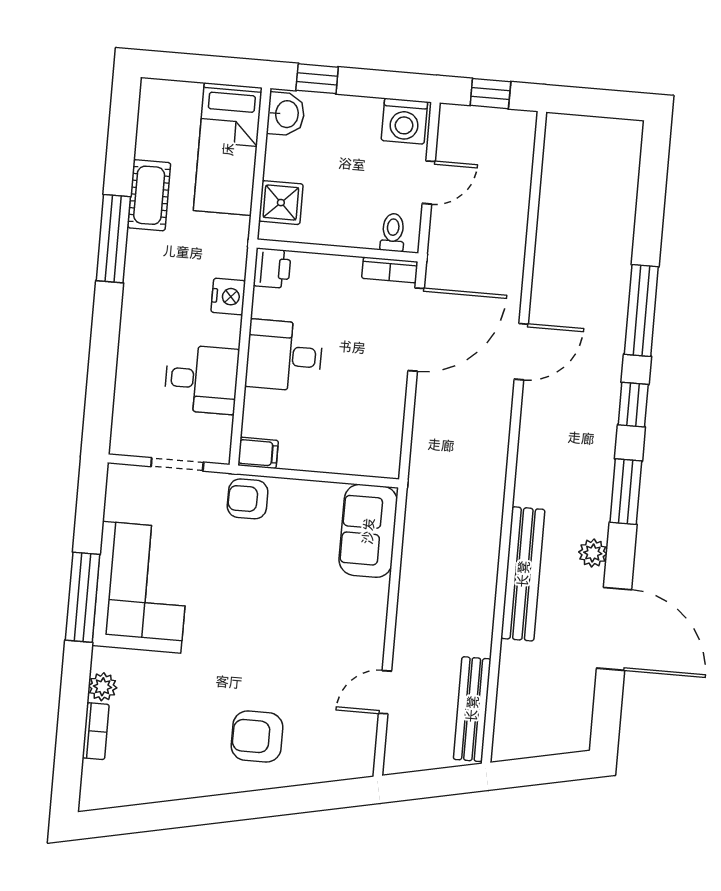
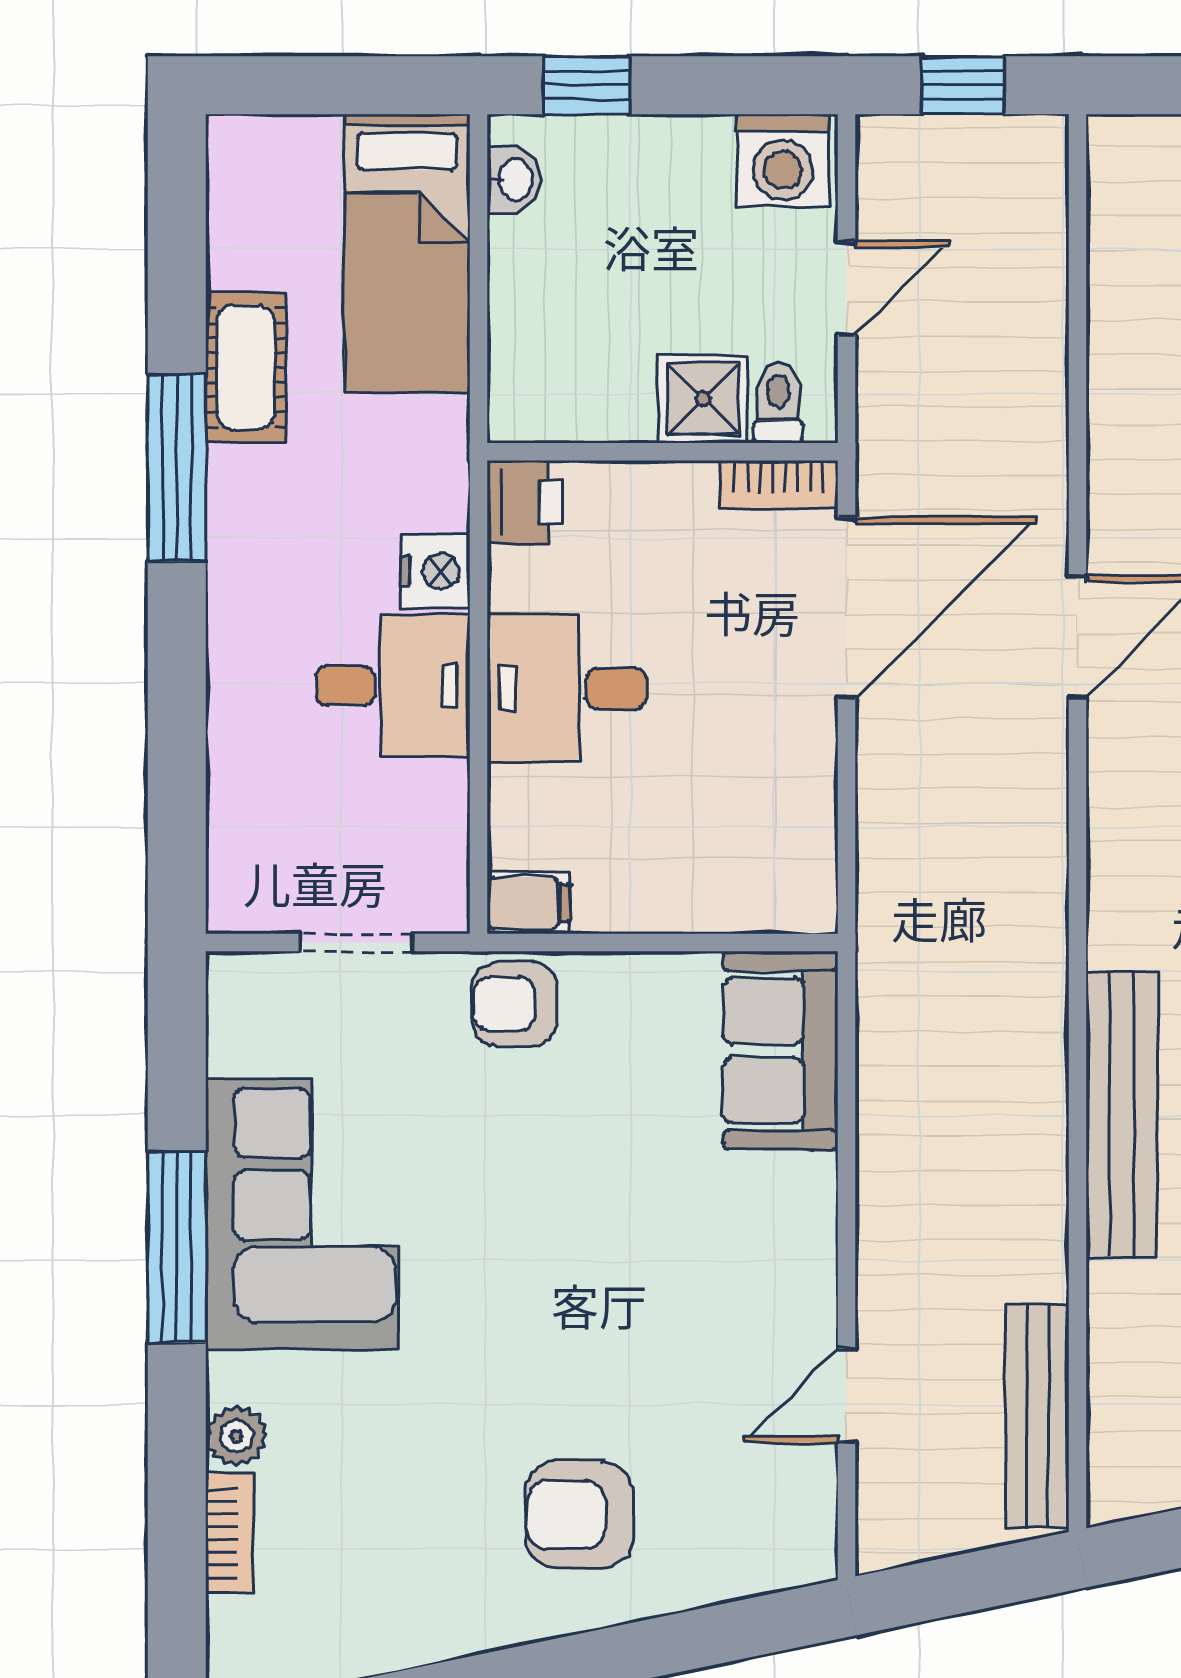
washbasin: (286, 114) -> (514, 180), width x0.72, depth x0.69
shower: (281, 203) -> (703, 399), moved
desk: (201, 379) -> (393, 686), moved

